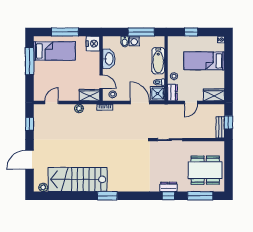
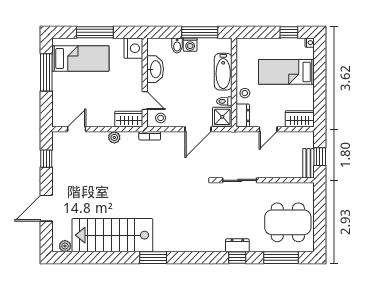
window: (191, 32) -> (289, 32), moved
door: (140, 103) -> (198, 129), swing flipped

